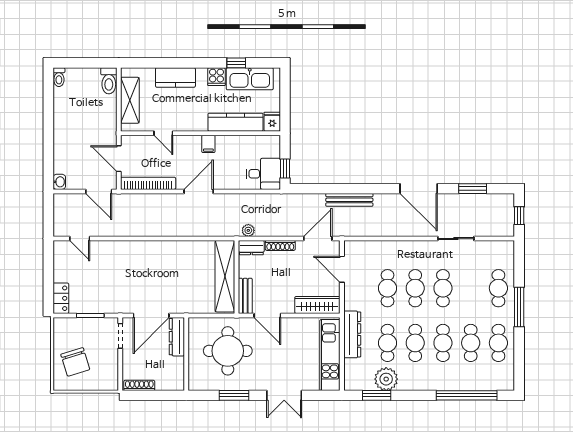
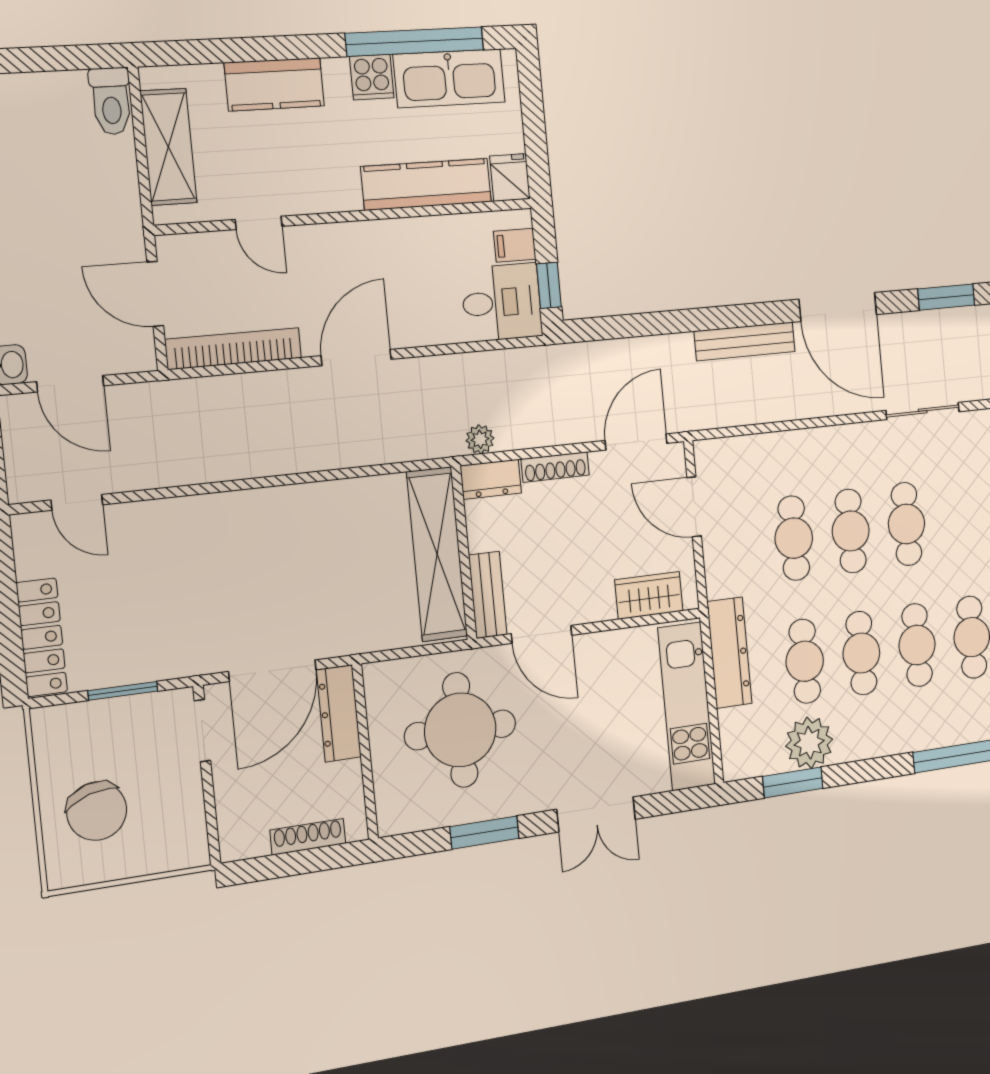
window: (236, 63) -> (415, 42), width x3.17
filing cabinet: (208, 144) -> (515, 245), moved, turned 90
door: (99, 191) -> (70, 384), moved
bench: (349, 200) -> (745, 341), moved
locker: (61, 298) -> (42, 637), width x1.53
wardrobe: (317, 305) -> (649, 595), width x0.67
shoe rack: (139, 385) -> (308, 837), moved

